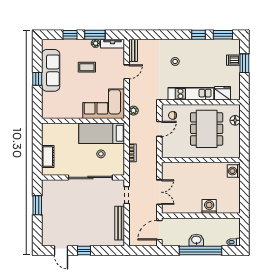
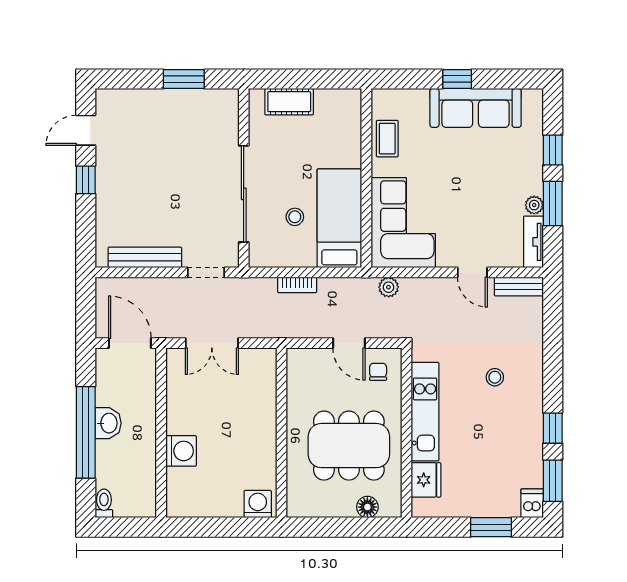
dishwasher: (233, 60) -> (532, 503), moved
coffee table: (87, 67) -> (387, 139), moved

